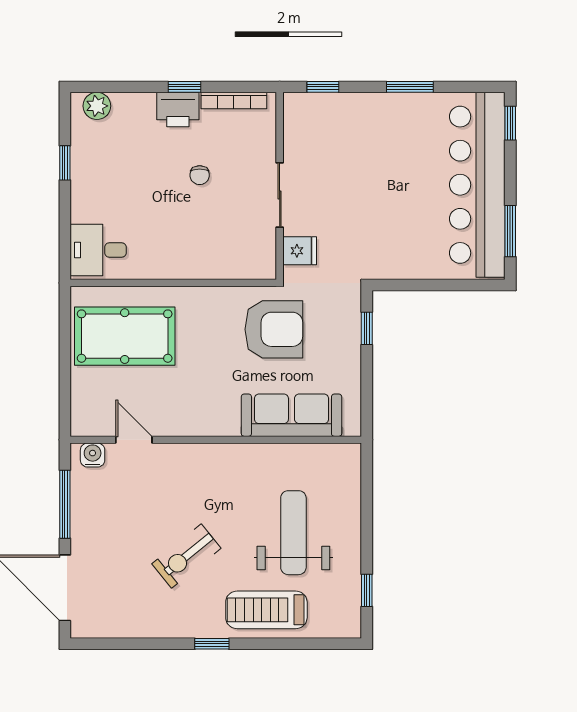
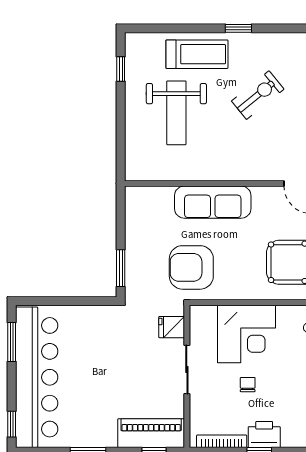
piano: (327, 111) -> (151, 433), added
corner desk: (201, 242) -> (246, 334), added
window: (367, 328) -> (121, 268), width x1.50
sofa: (291, 415) -> (213, 202), moved

